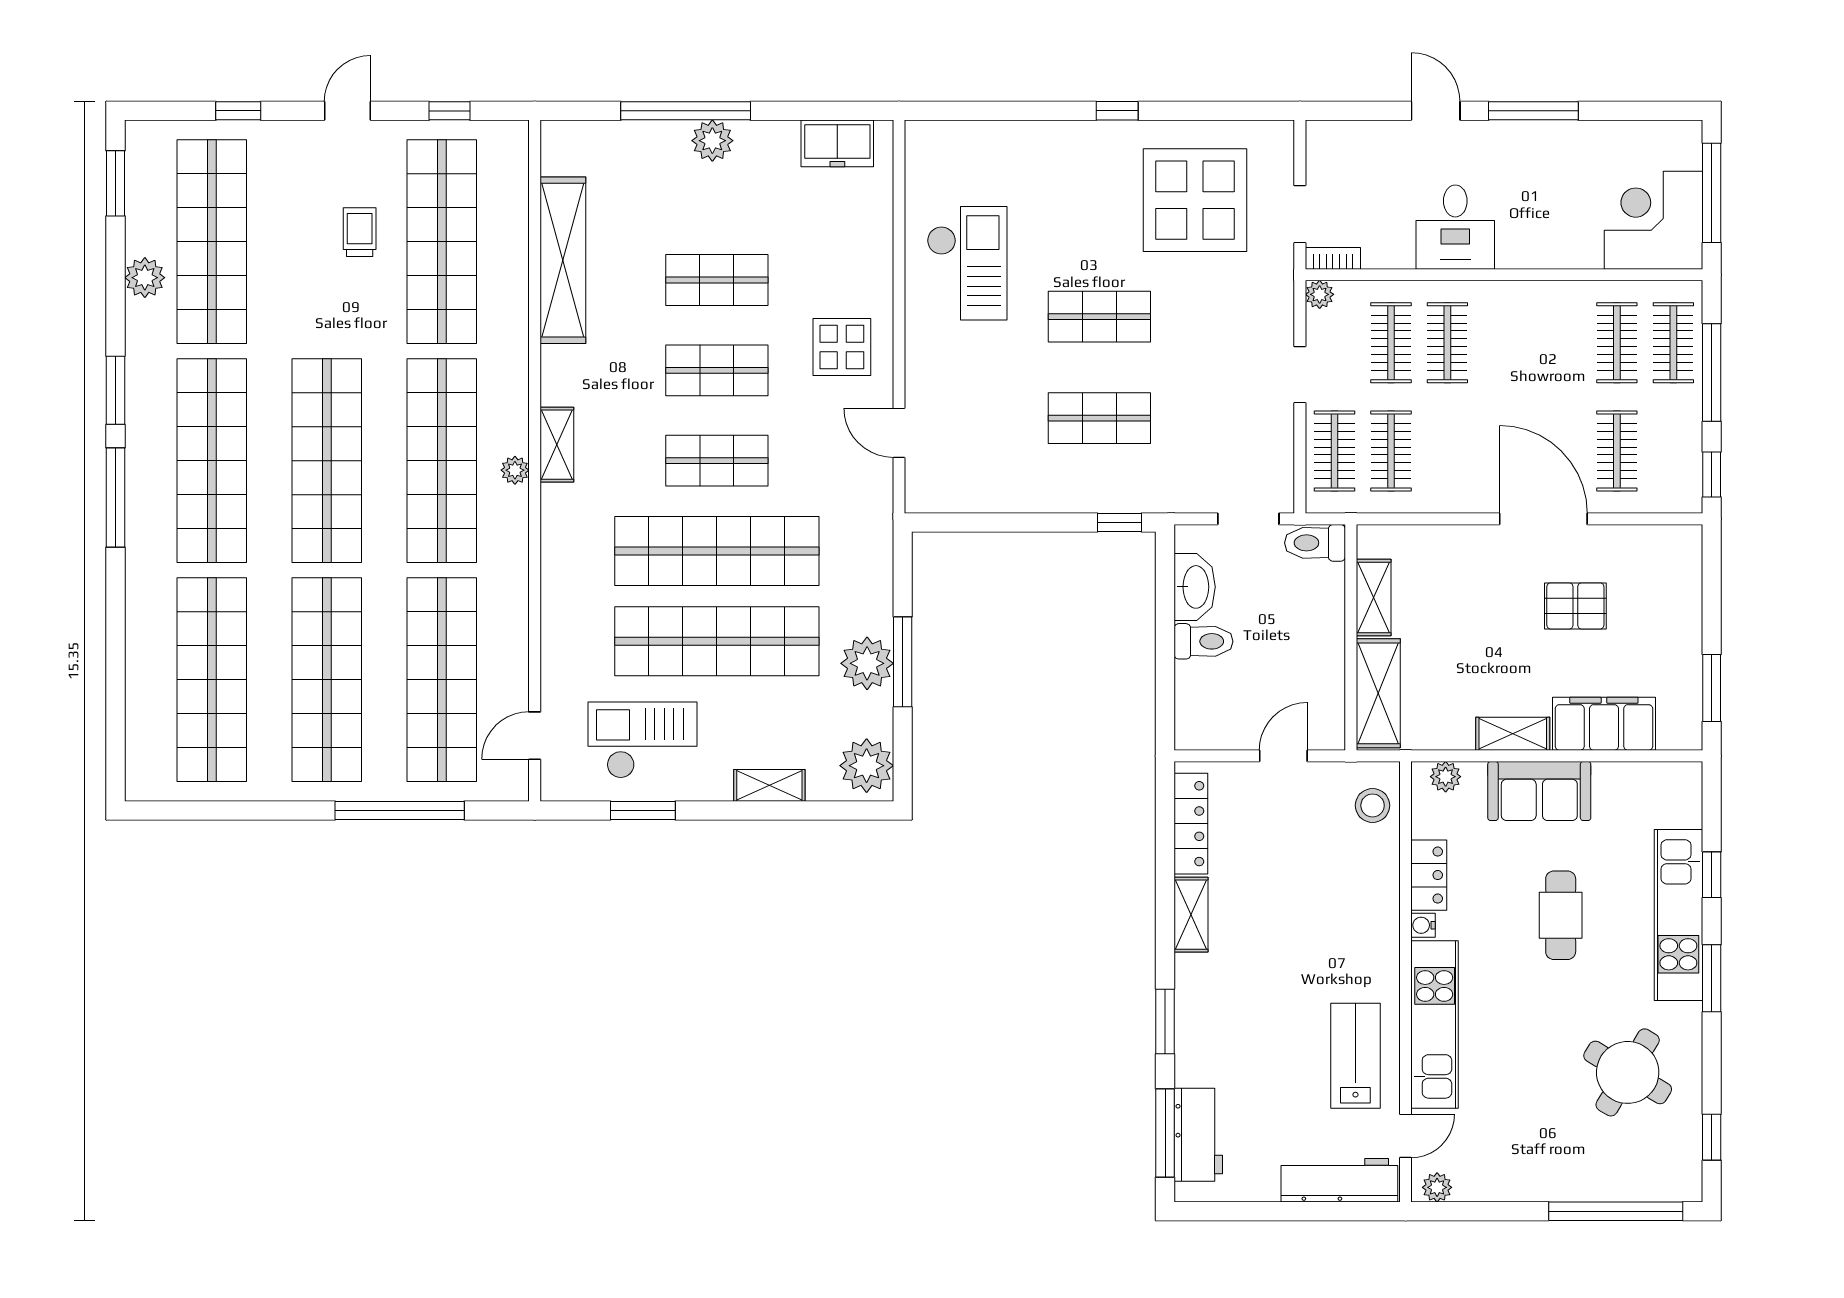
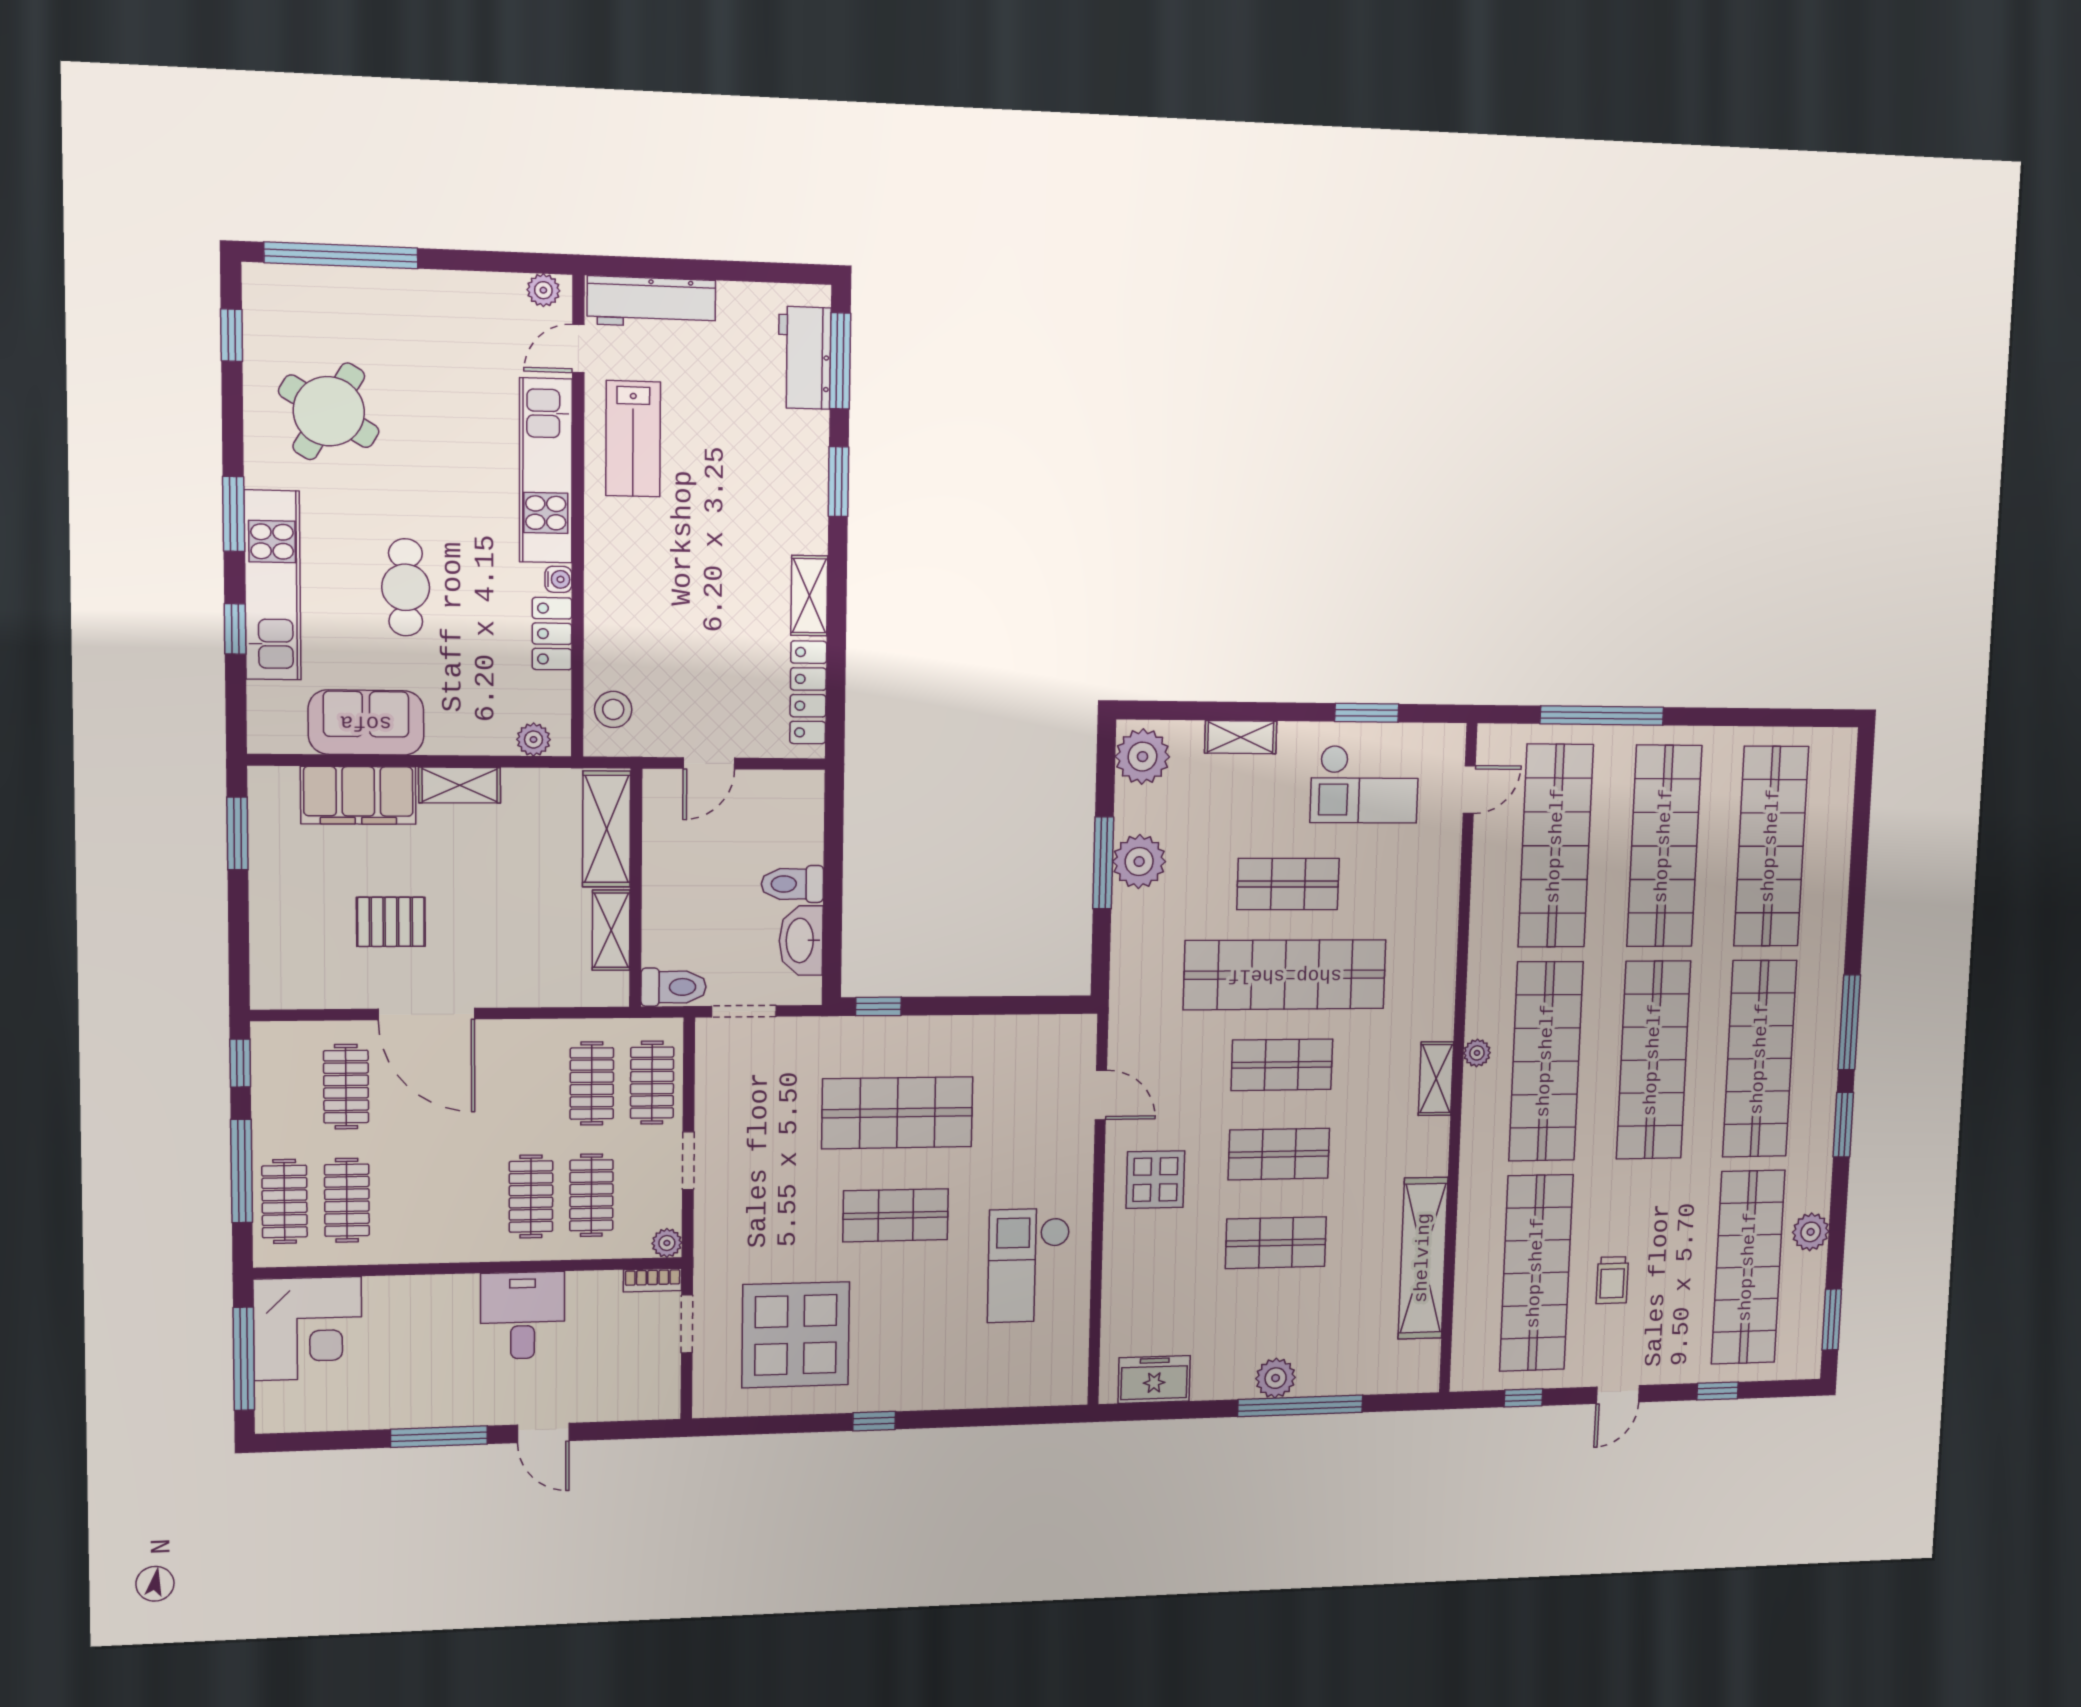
shop shelf: (1099, 418) -> (897, 1113), width x1.43, depth x1.36
shop shelf: (717, 641) -> (1288, 884), width x0.50, depth x0.74
sofa: (1539, 791) -> (366, 722), moved

